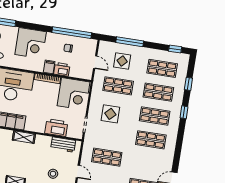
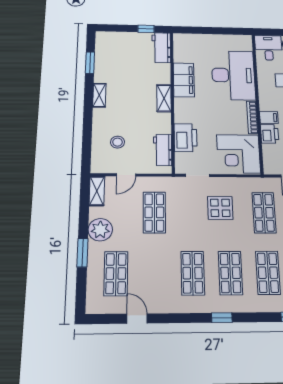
window: (184, 112) -> (222, 318), moved

